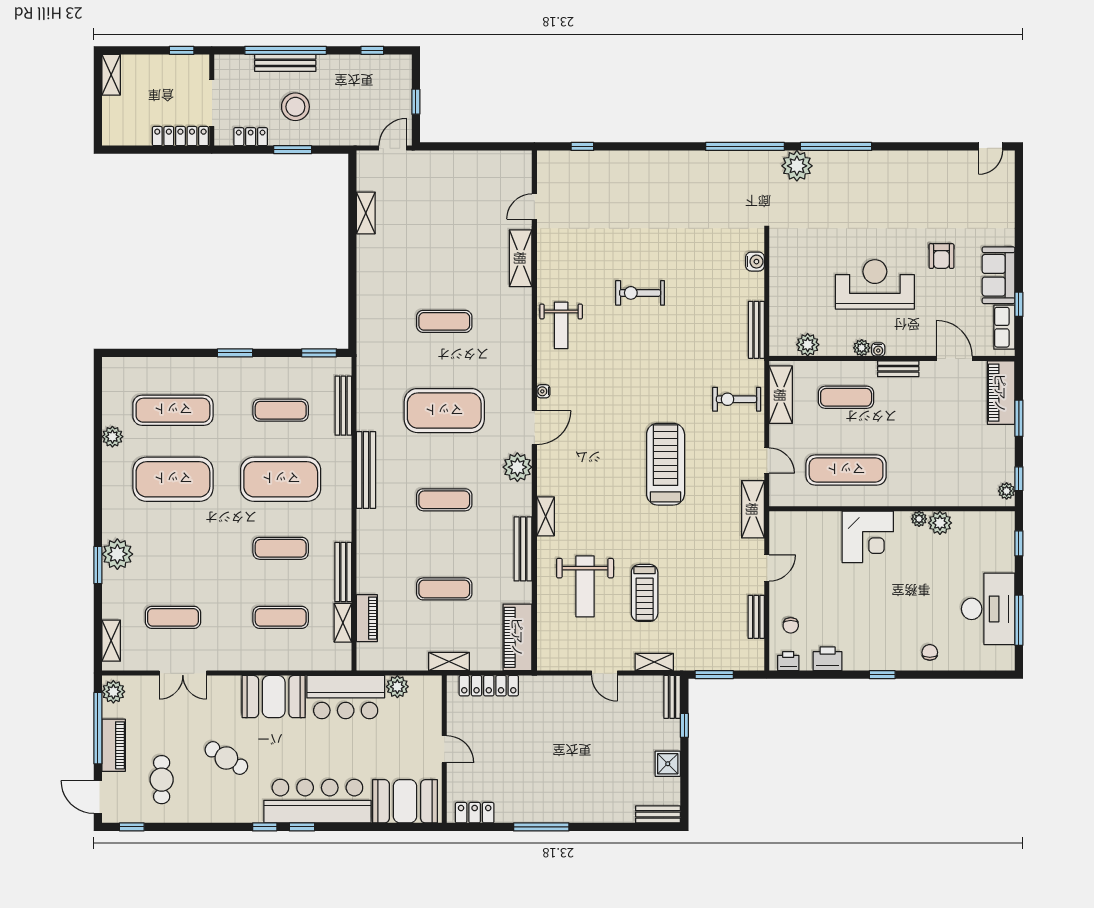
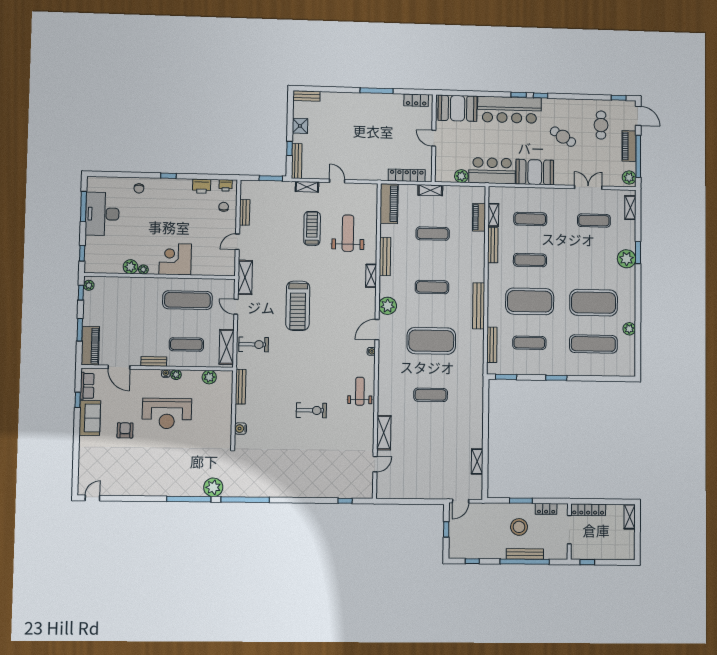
shelving: (111, 75) -> (630, 517), moved
bench: (672, 697) -> (297, 161), width x1.36

